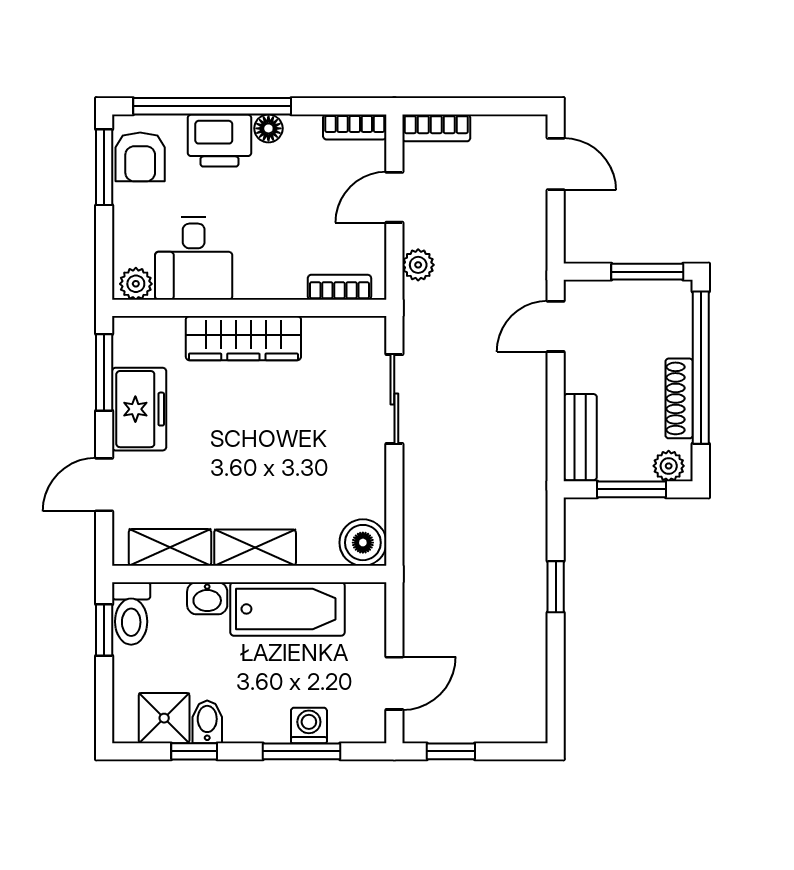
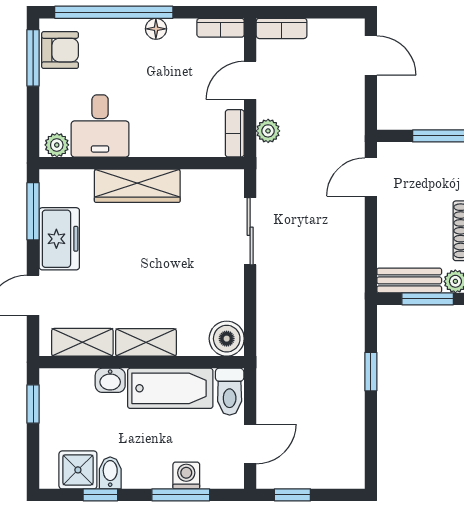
printer: (219, 141) -> (119, 38), removed
armchair: (140, 157) -> (60, 50), turned -90
bookcase: (339, 287) -> (235, 133), moved, turned -90
bench: (580, 437) -> (409, 280), moved, turned 90
toilet: (131, 613) -> (230, 392), moved

